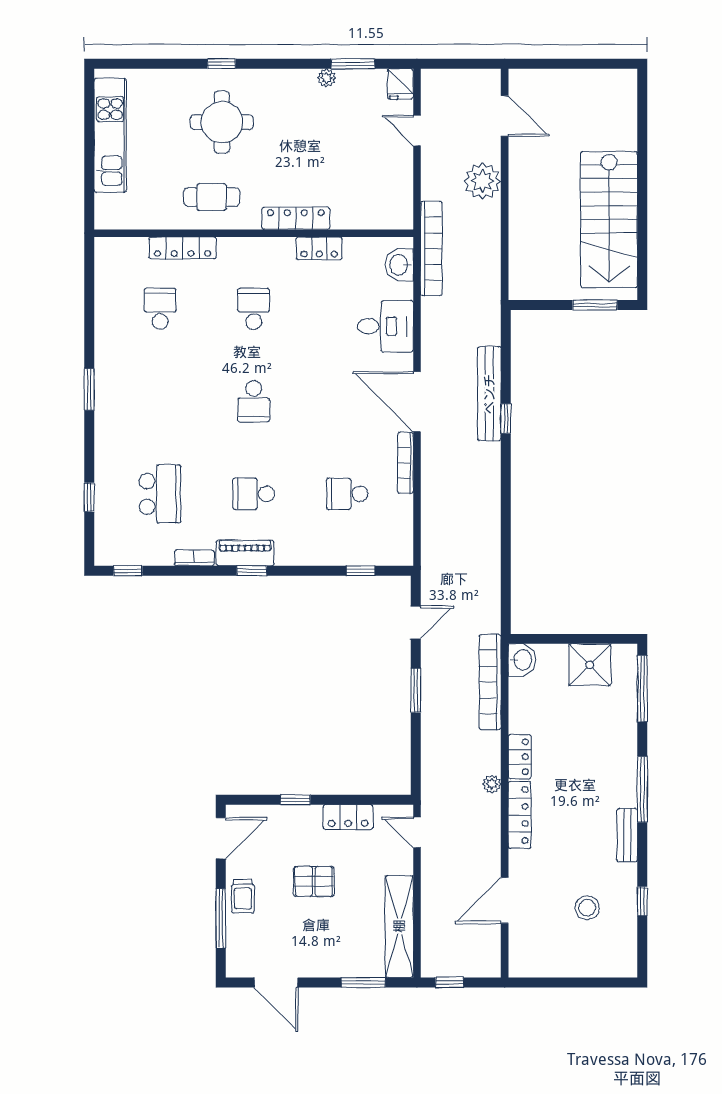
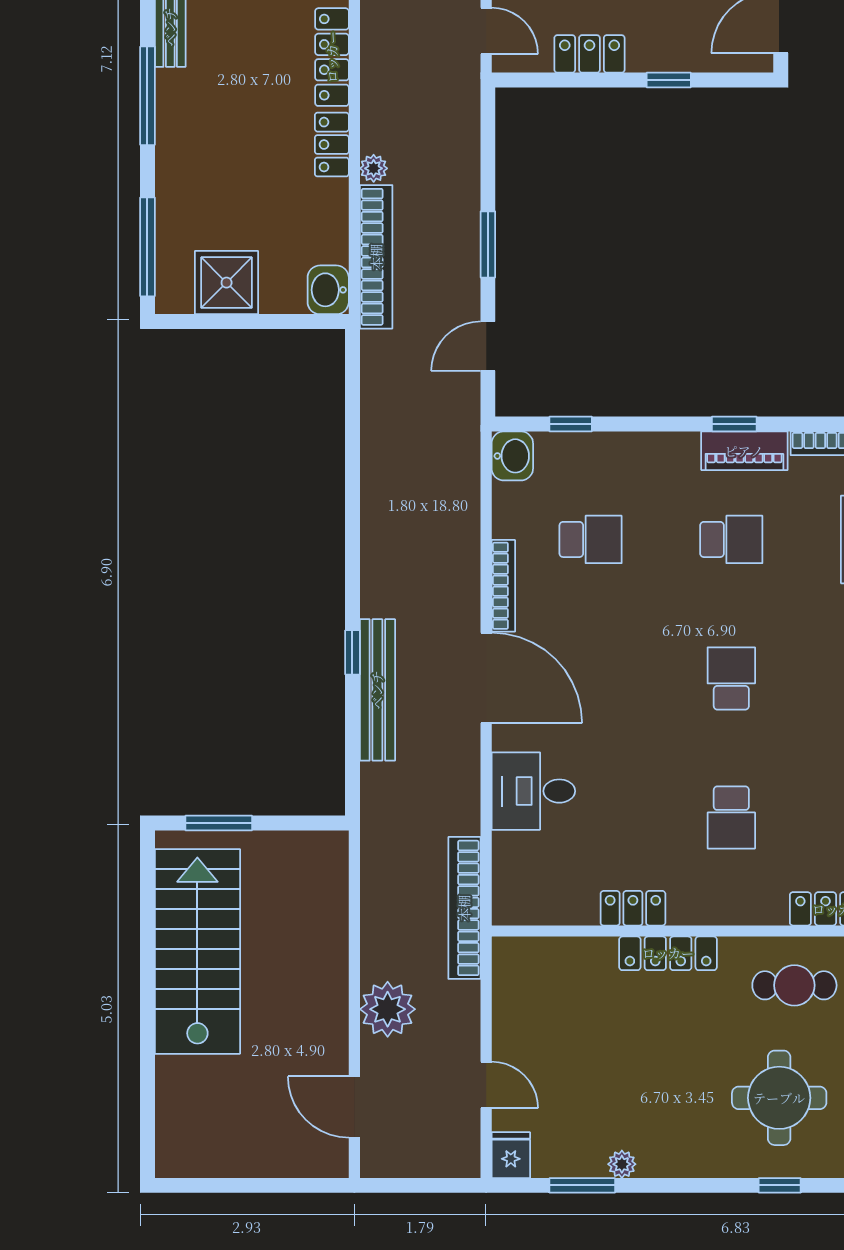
washbasin: (399, 265) -> (512, 456), moved
plant: (492, 784) -> (374, 168), moved

